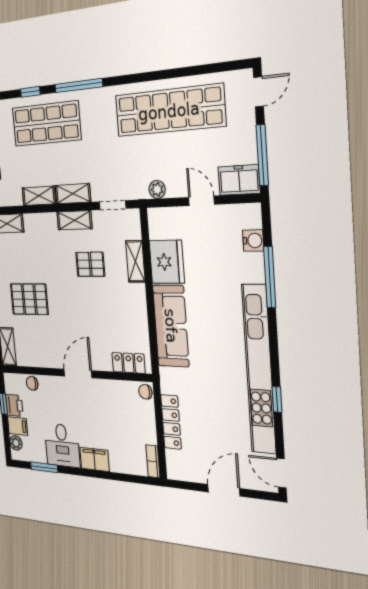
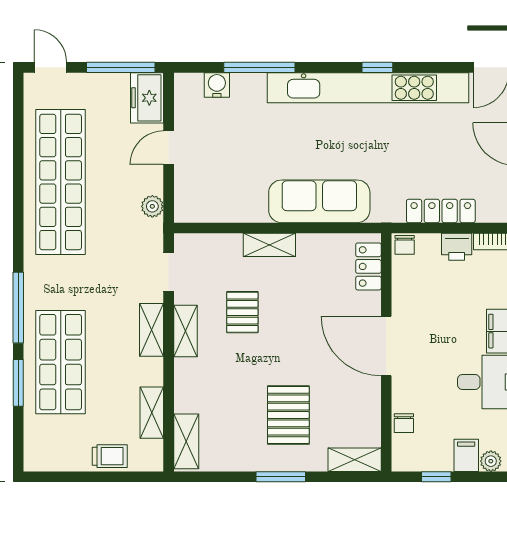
window: (30, 92) -> (18, 383), width x1.50
shelving: (39, 196) -> (152, 413), moved
shelving: (135, 261) -> (269, 245), moved
fridge: (167, 262) -> (240, 200), removed
door: (78, 373) -> (386, 346), width x1.36
window: (277, 399) -> (377, 67), moved
printer: (14, 405) -> (457, 247), moved, turned 180

